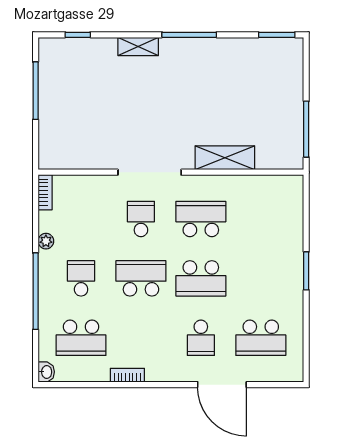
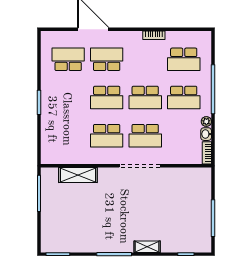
shelving: (225, 158) -> (78, 175), moved
school desk: (141, 219) -> (145, 136), width x1.85
school desk: (81, 278) -> (184, 98), width x1.85
school desk: (201, 278) -> (107, 98), turned 180
school desk: (81, 338) -> (184, 59), turned 180
school desk: (201, 338) -> (107, 59), width x1.85
washbasin: (46, 372) -> (206, 134), moved

